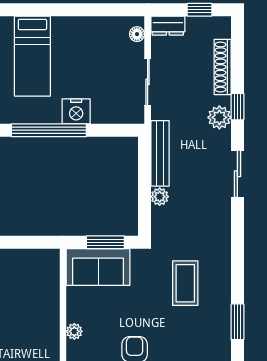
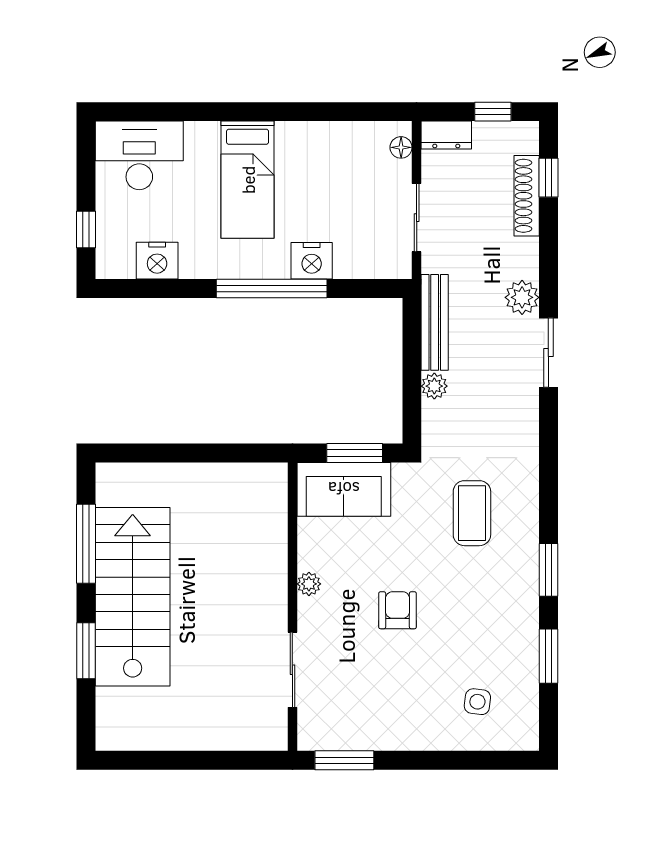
window: (237, 107) -> (548, 178), moved
plant: (219, 117) -> (522, 297), moved

